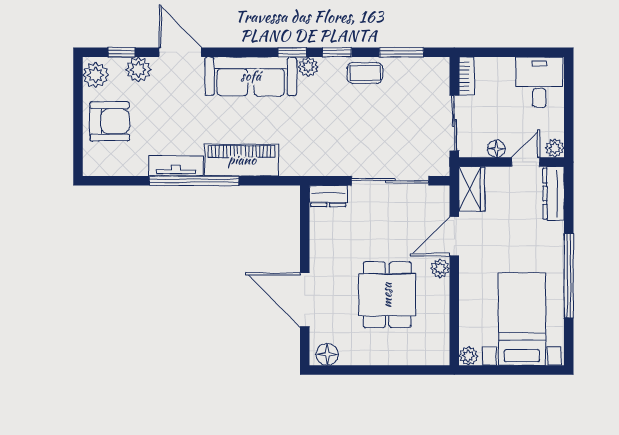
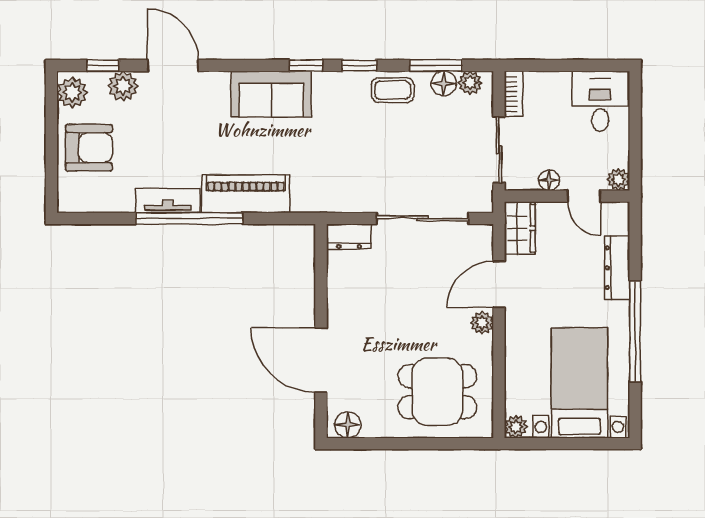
plant: (308, 67) -> (470, 83), moved
floor lamp: (408, 67) -> (444, 83), added
sofa: (251, 76) -> (271, 94), width x0.73
door: (526, 162) -> (584, 196), swing flipped
dresser: (554, 194) -> (617, 268), moved
dining table: (387, 295) -> (437, 392), moved, turned 90

